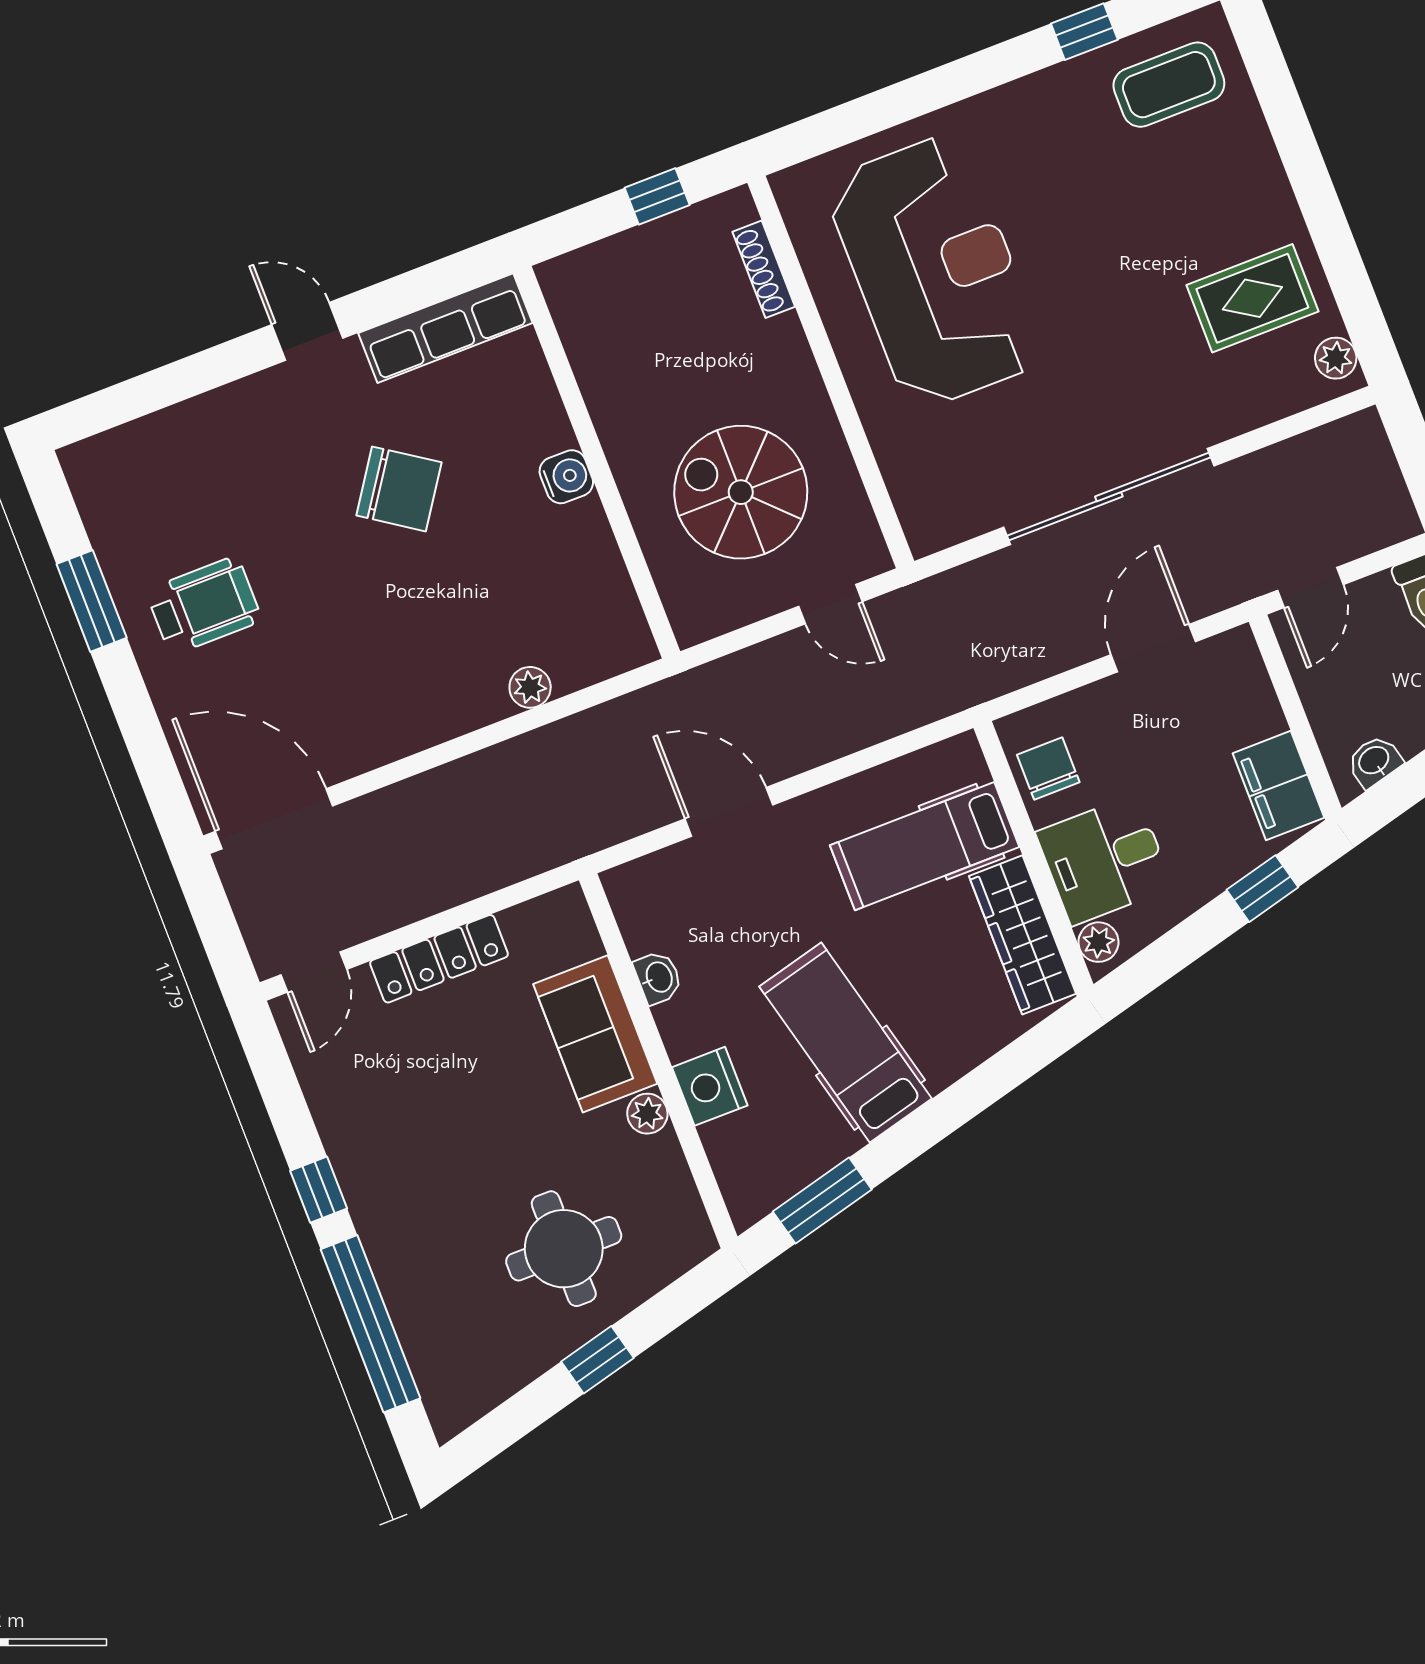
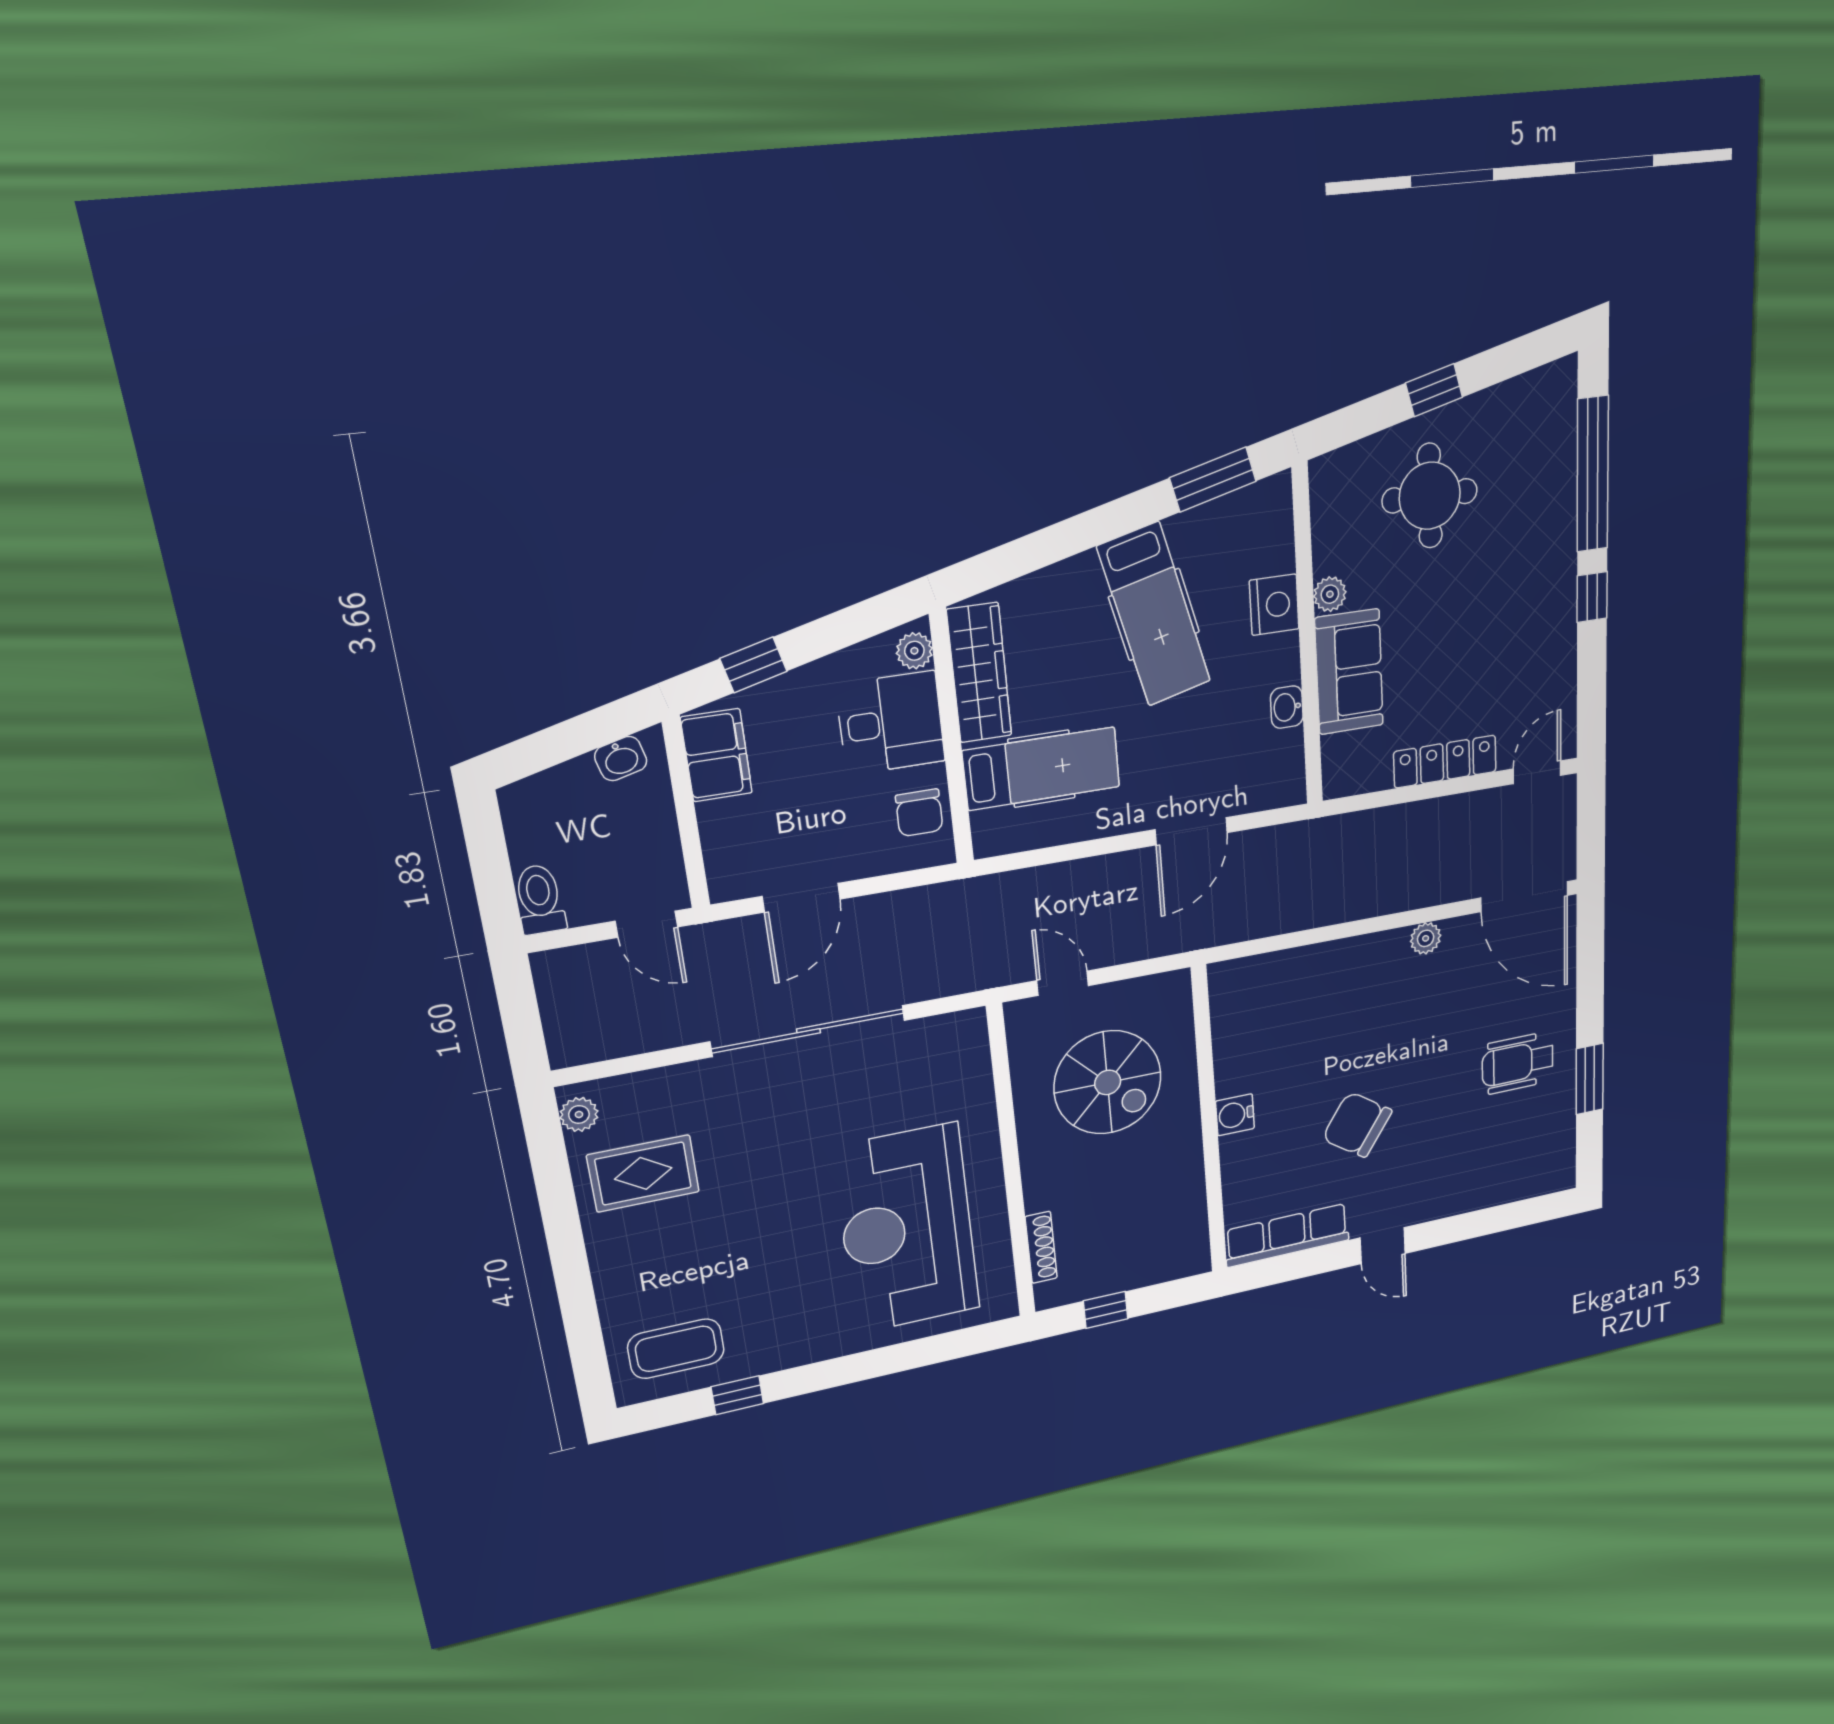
door: (1310, 588) -> (646, 924), swing flipped
plant: (530, 687) -> (1426, 938), moved
door: (729, 812) -> (1191, 831), hinge flipped

